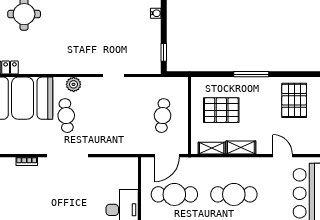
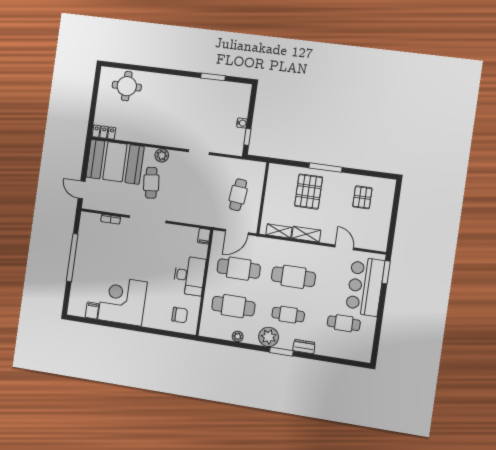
water cooler: (156, 13) -> (242, 123), moved
pallet: (294, 100) -> (362, 197), width x0.67, depth x0.71
pallet: (221, 110) -> (309, 192), moved, turned 90
filing cabinet: (132, 165) -> (204, 236), added

